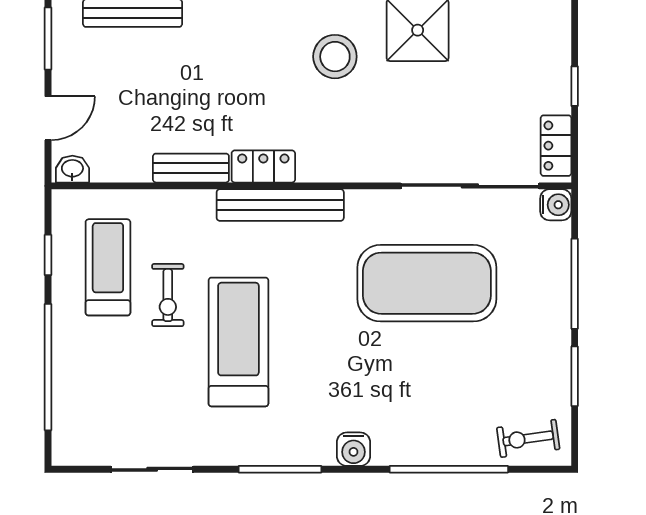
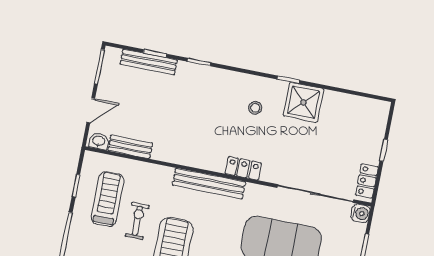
stool: (335, 57) -> (255, 108), width x0.53, depth x0.53
locker: (263, 166) -> (243, 168), moved
bench: (191, 168) -> (130, 147), moved
exercise bike: (168, 295) -> (137, 221), turned 180

